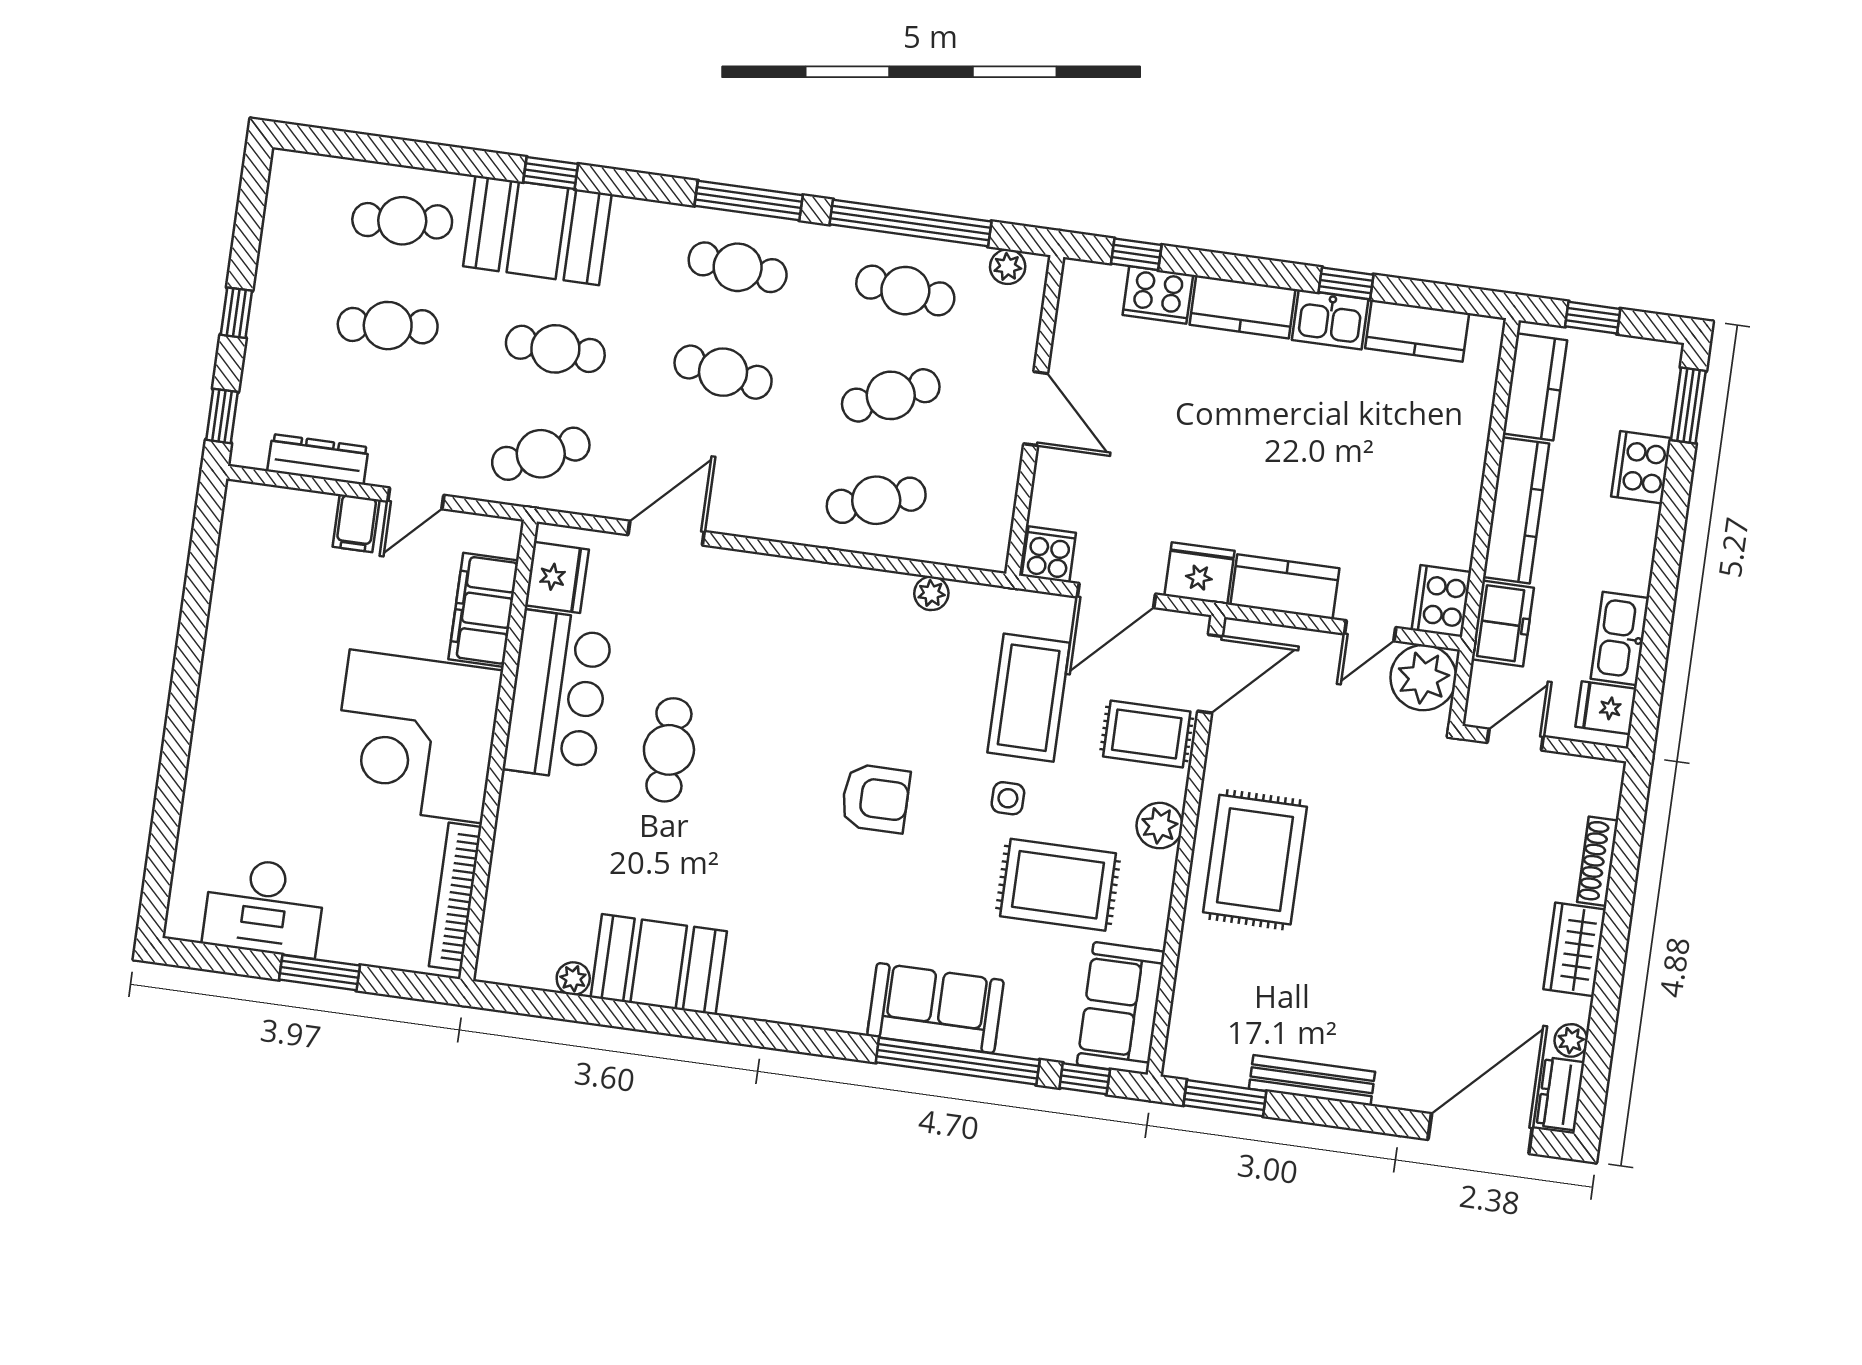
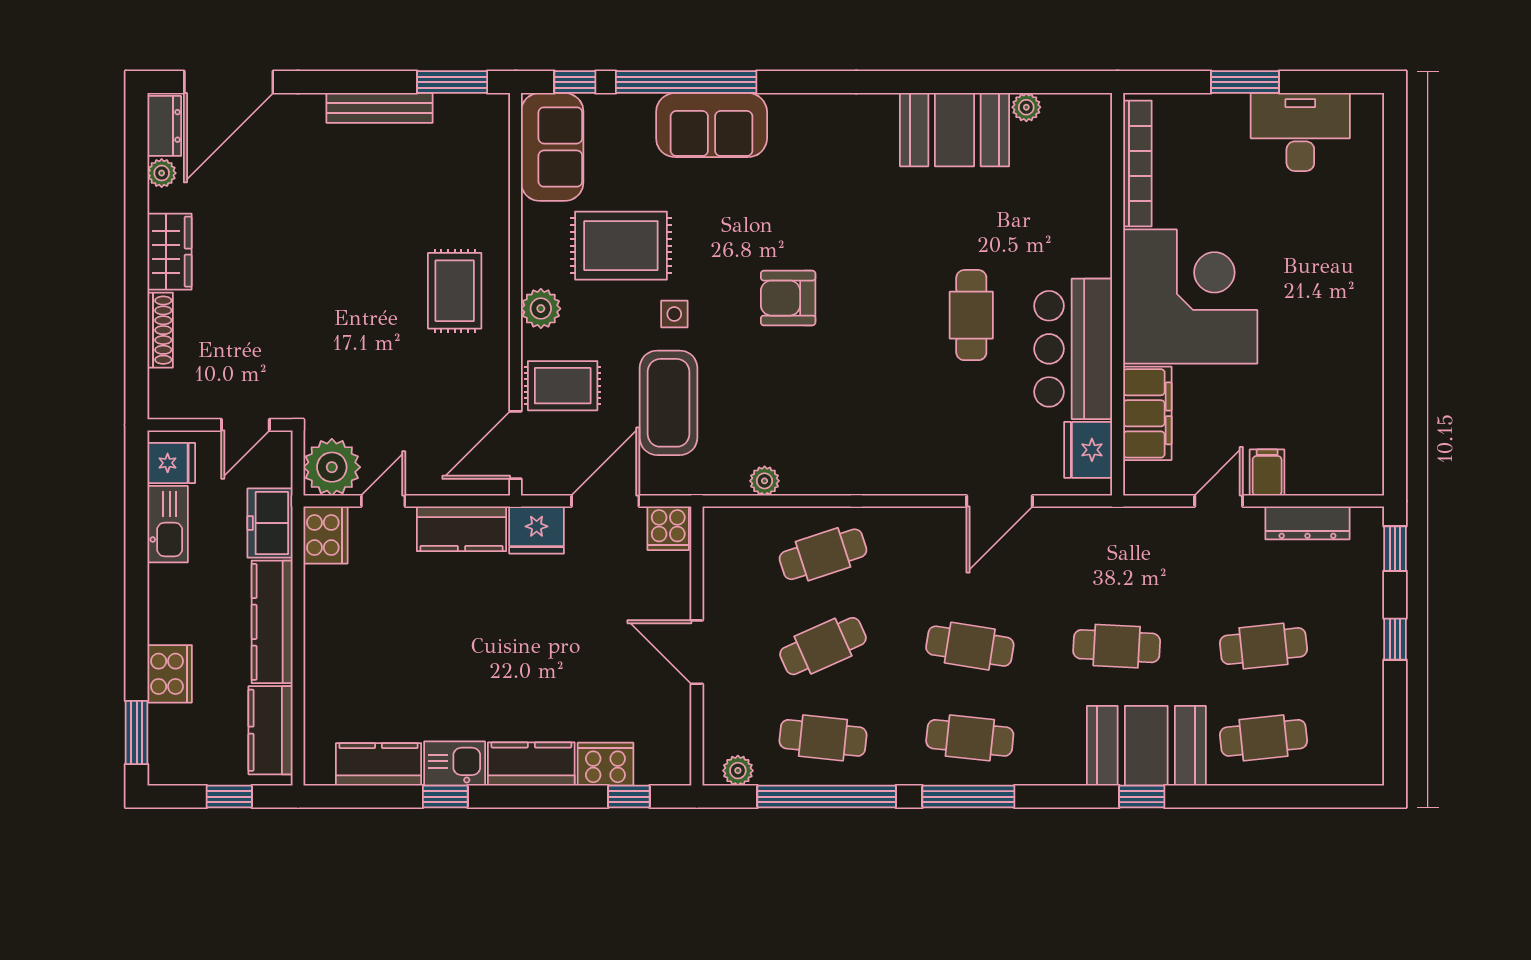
cafe table: (541, 454) -> (1117, 554), removed
rug: (1255, 860) -> (455, 291), width x0.73, depth x0.70

